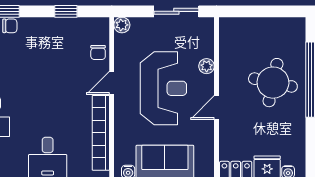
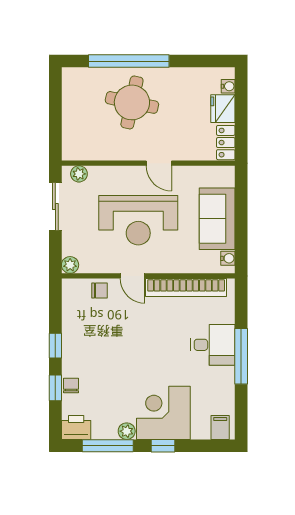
window: (66, 11) -> (55, 346), moved
plant: (207, 66) -> (79, 174), moved
reception desk: (163, 88) -> (138, 220), turned 180

